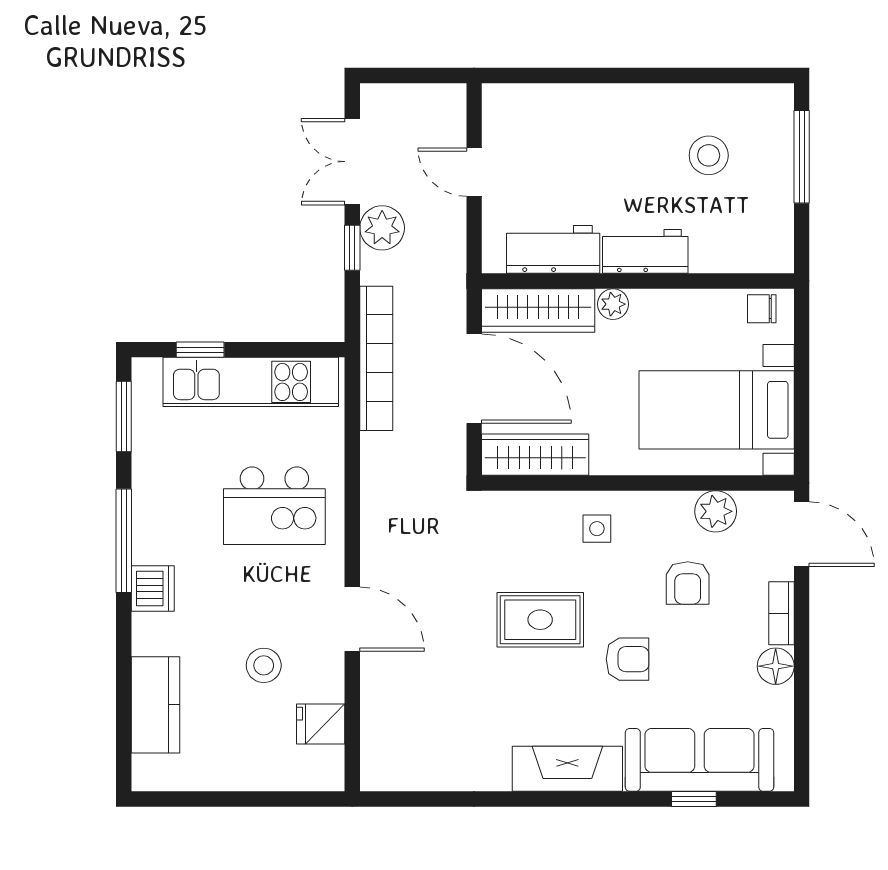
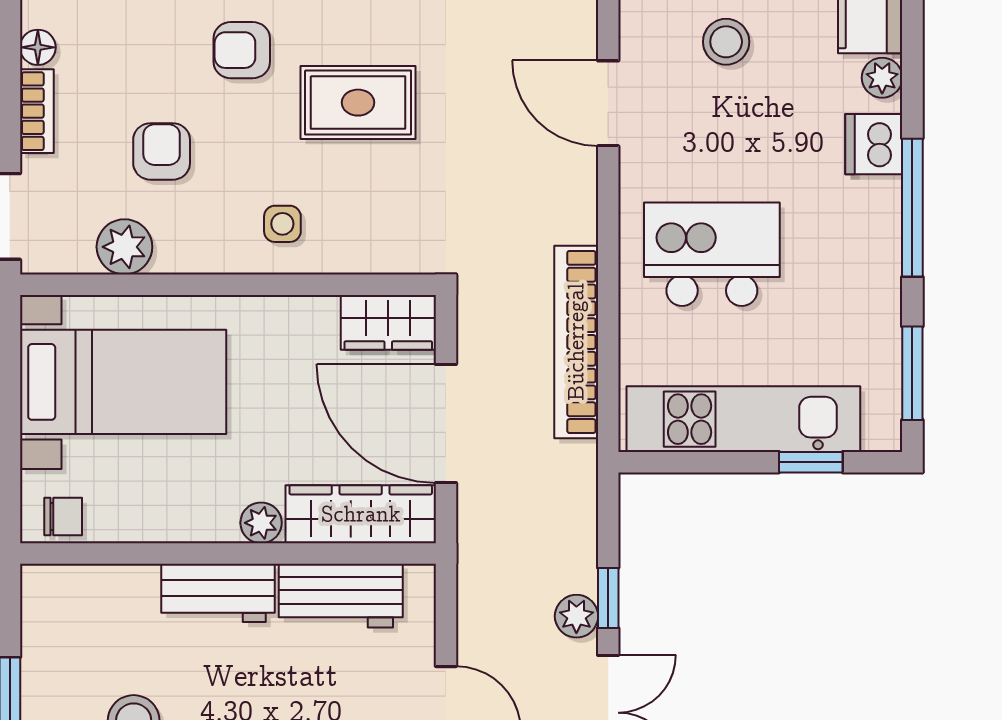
plant: (382, 228) -> (576, 616), width x0.73, depth x0.73
bookcase: (376, 358) -> (576, 342), moved
wardrobe: (535, 455) -> (388, 322), width x0.67
plant: (147, 638) -> (882, 78), added
floor lamp: (776, 666) -> (38, 47), width x0.73, depth x0.73

